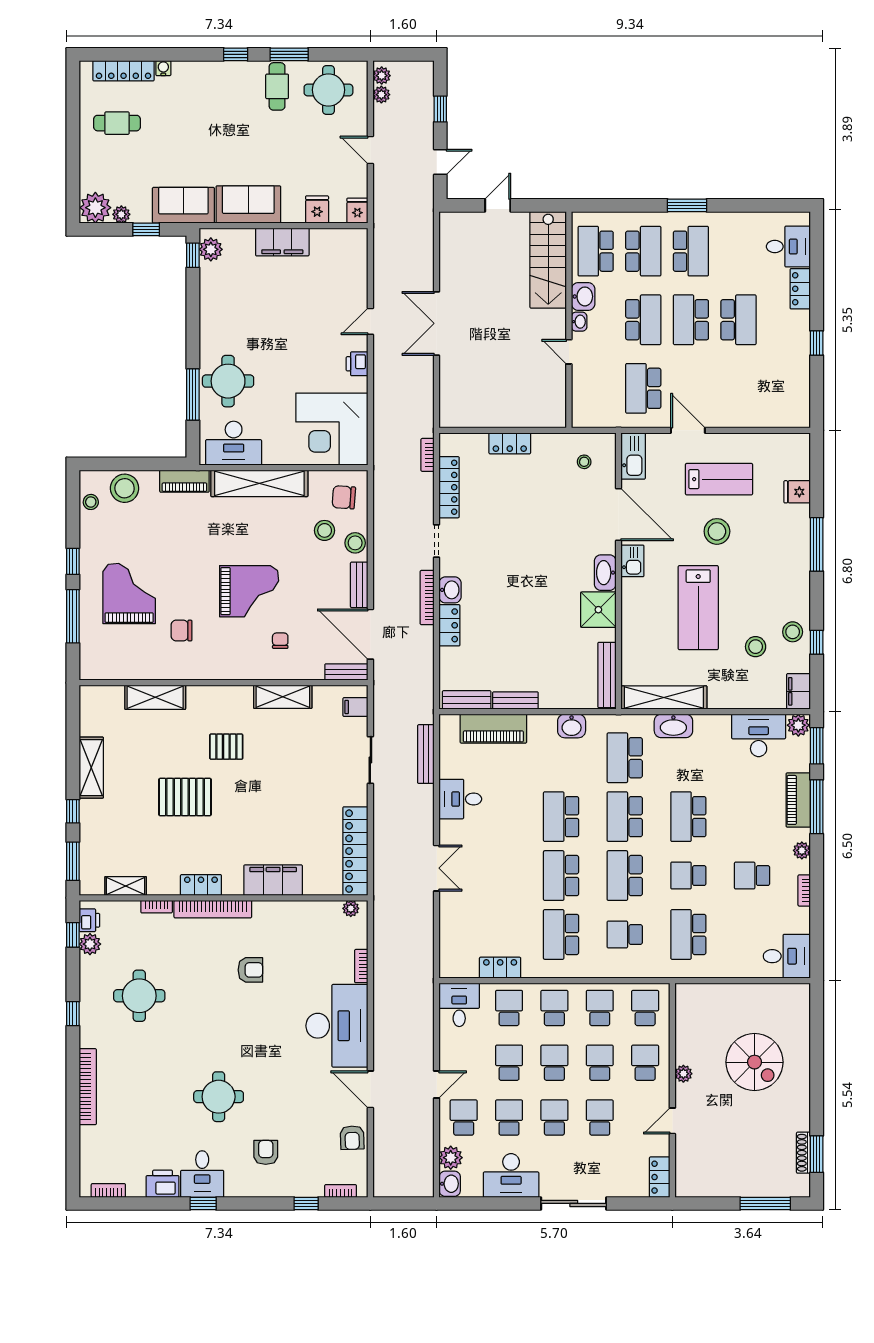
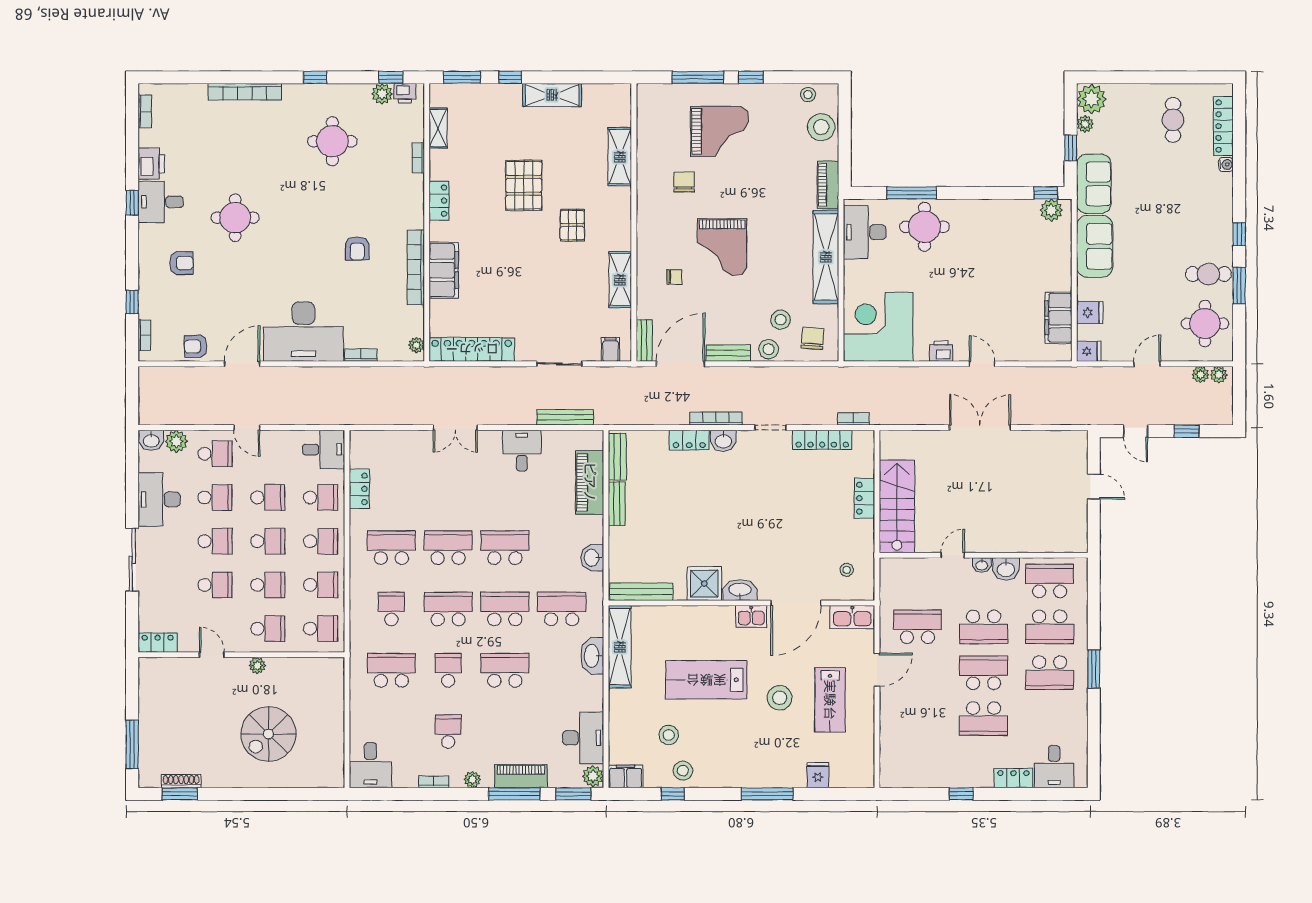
filing cabinet: (282, 242) -> (1058, 318), moved
stairs: (548, 260) -> (897, 506), moved, turned 90
bookcase: (213, 909) -> (416, 267), moved

